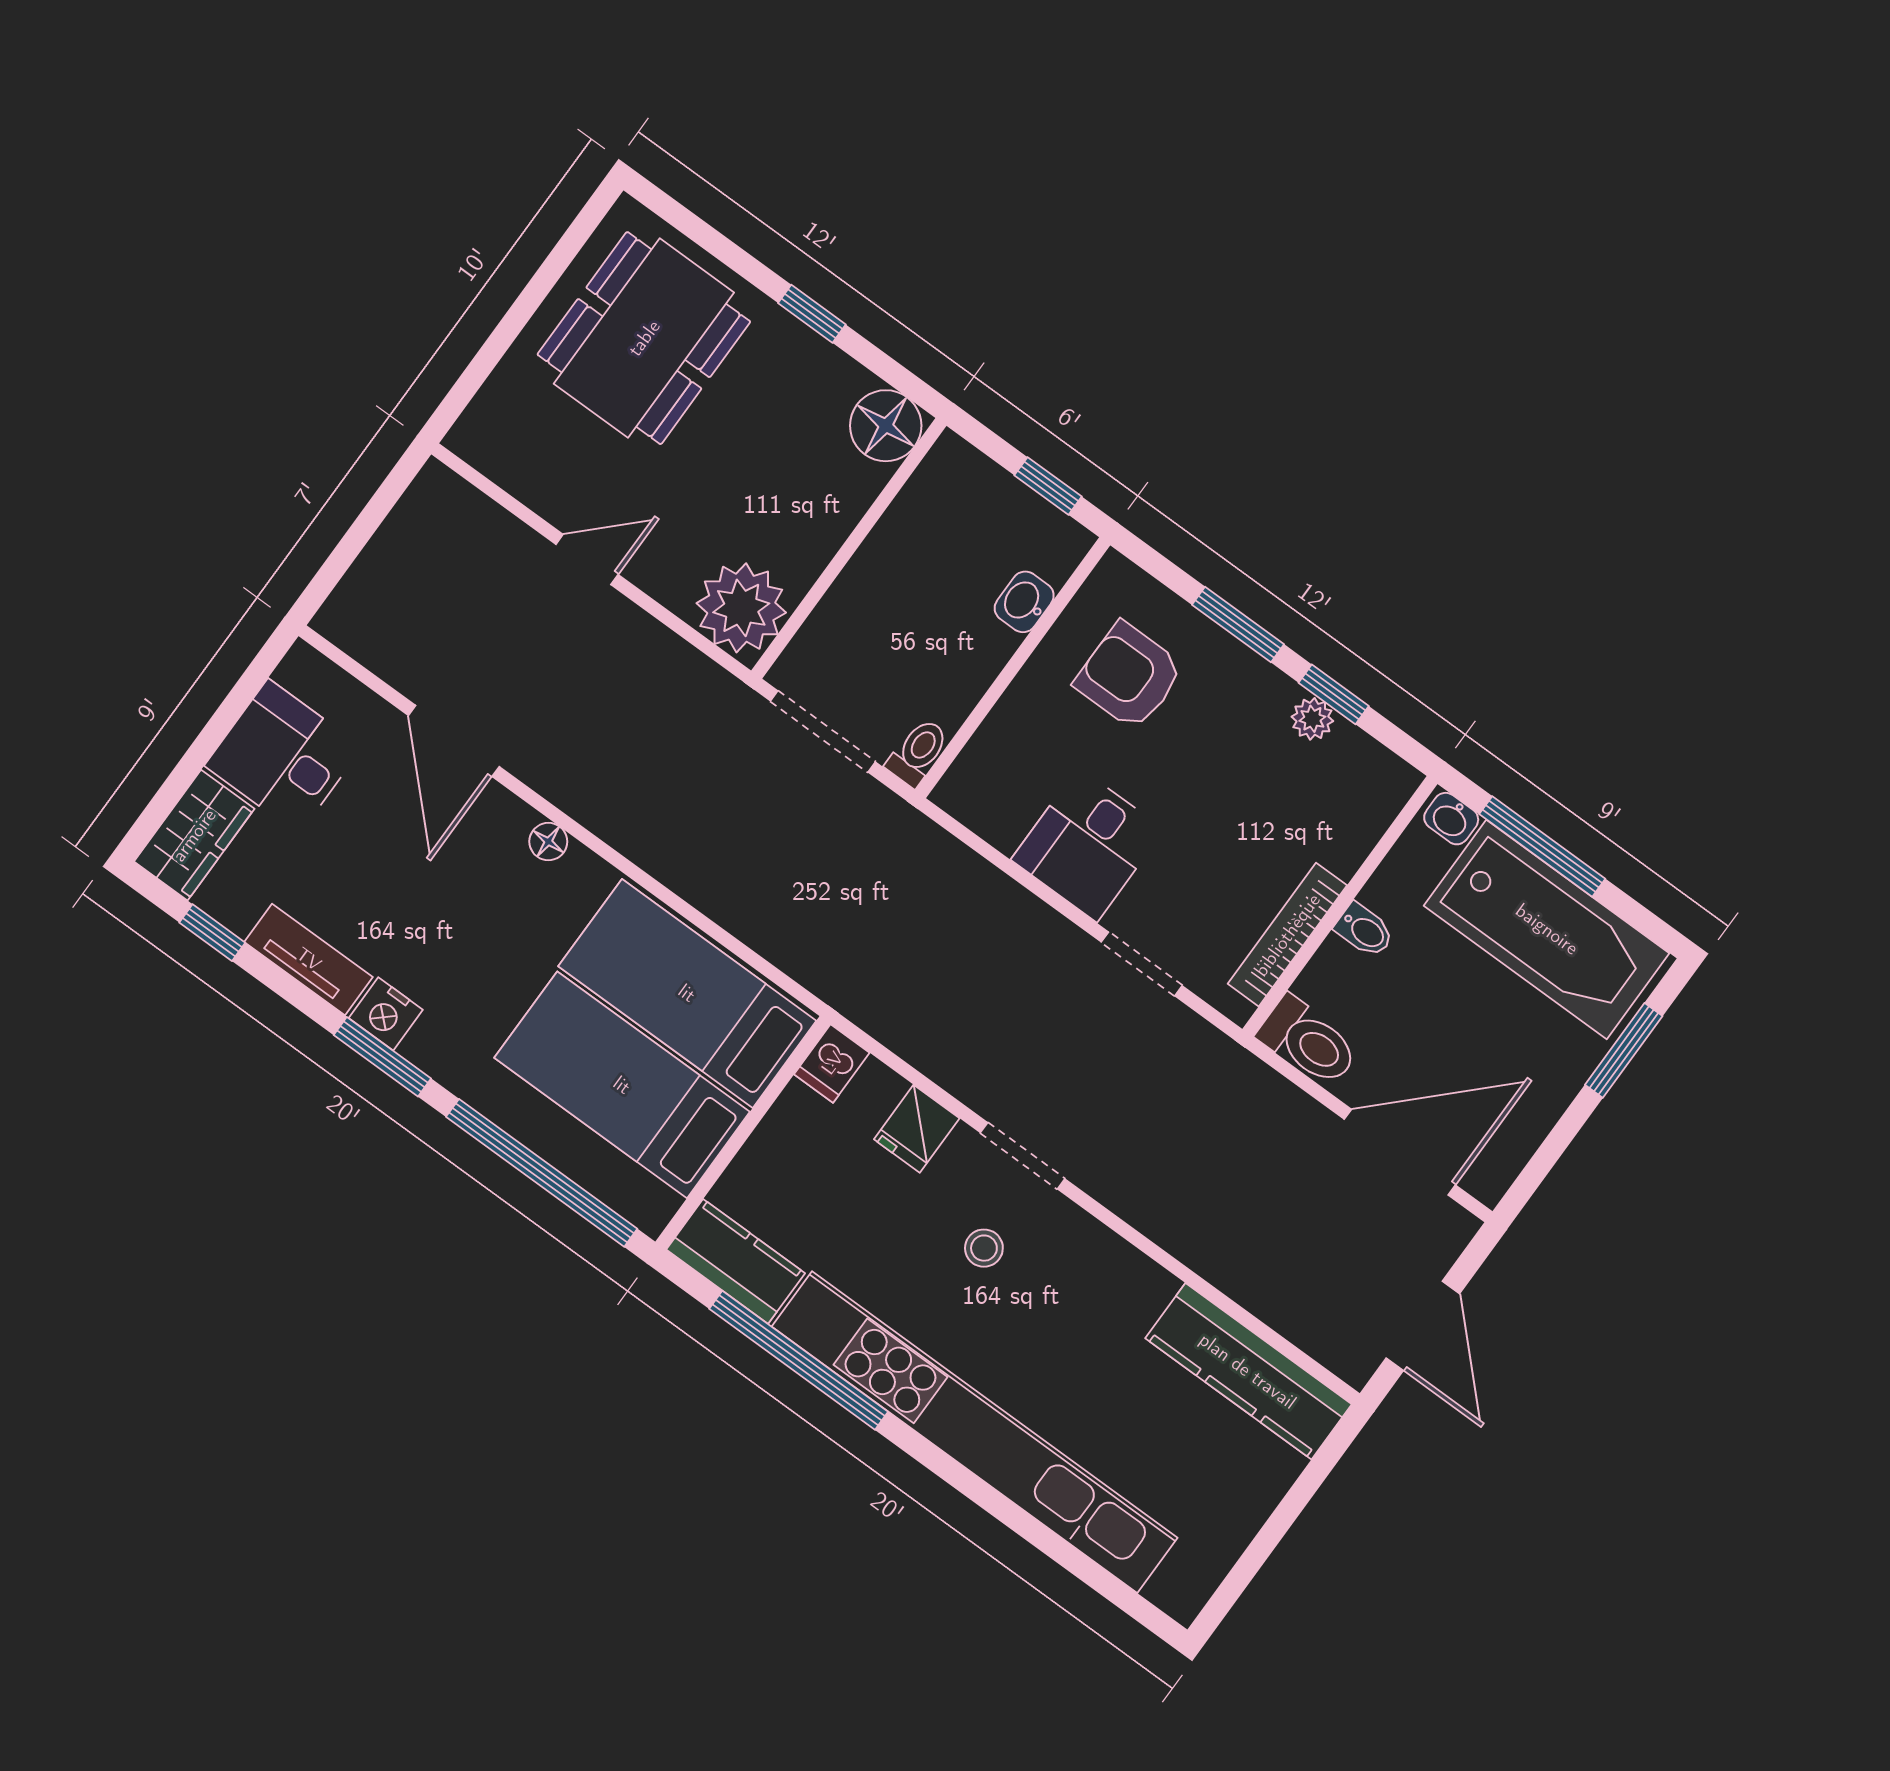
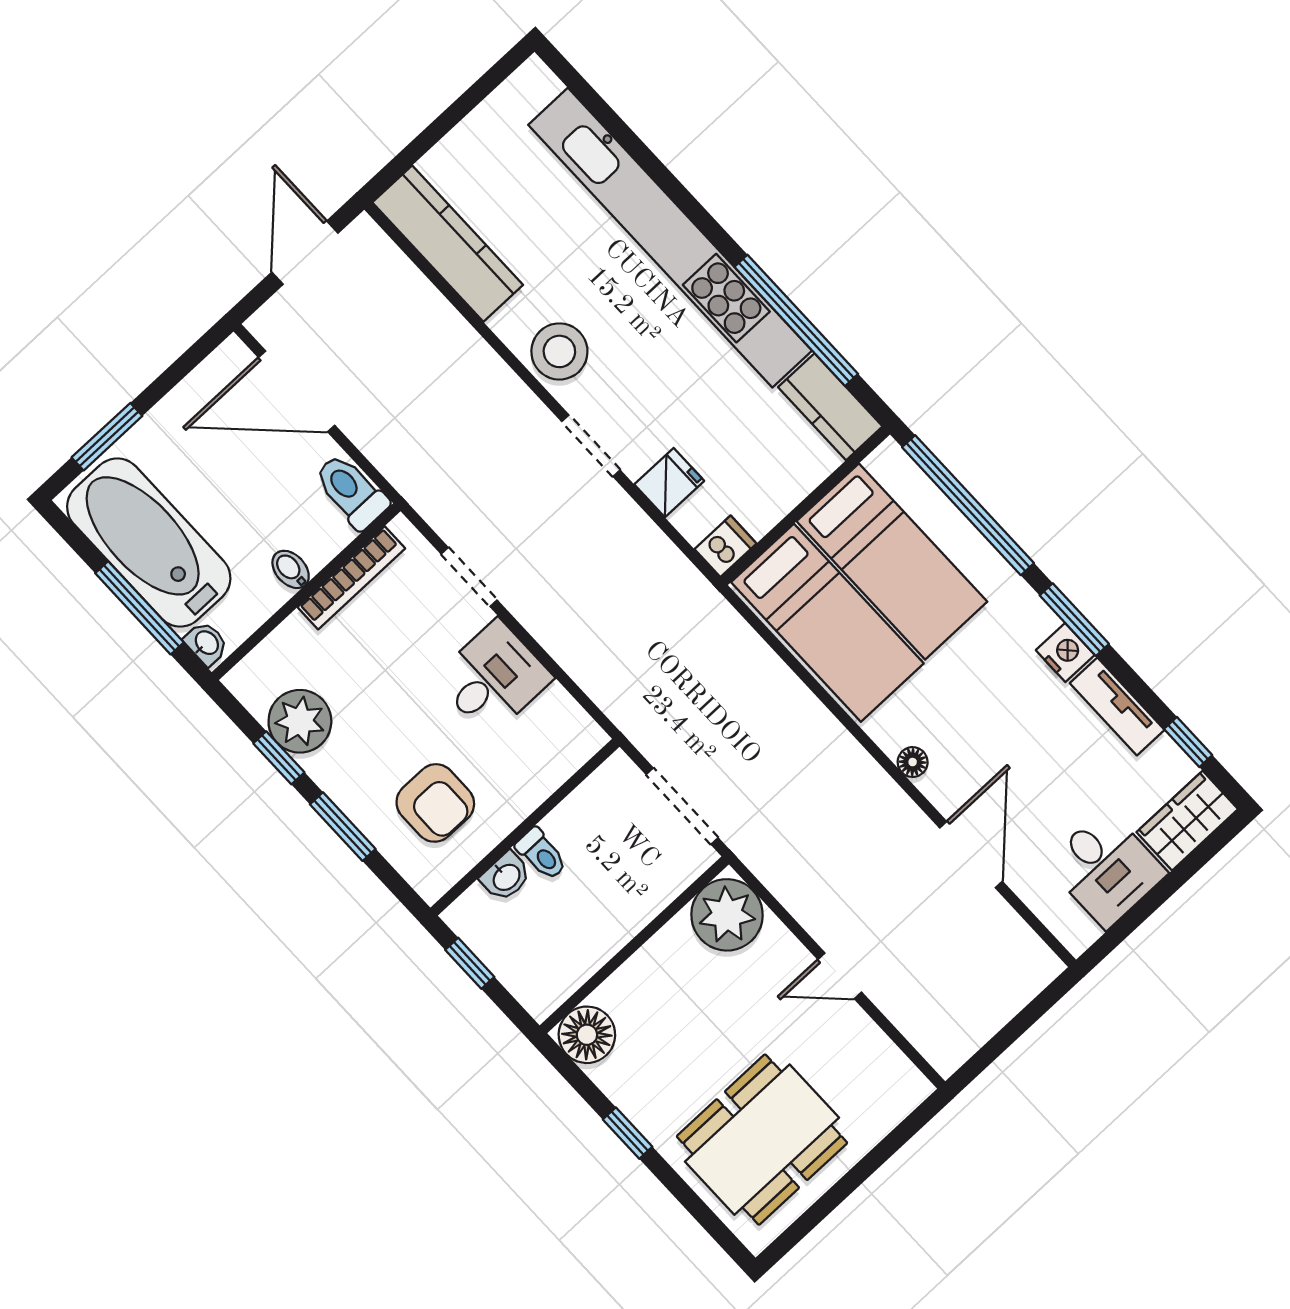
plant: (1312, 719) -> (300, 721), width x1.88, depth x1.88
toilet: (918, 752) -> (542, 854), moved, turned -90
stool: (984, 1248) -> (559, 351), moved, width x1.89, depth x1.89

